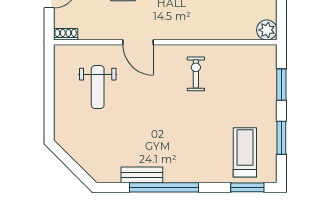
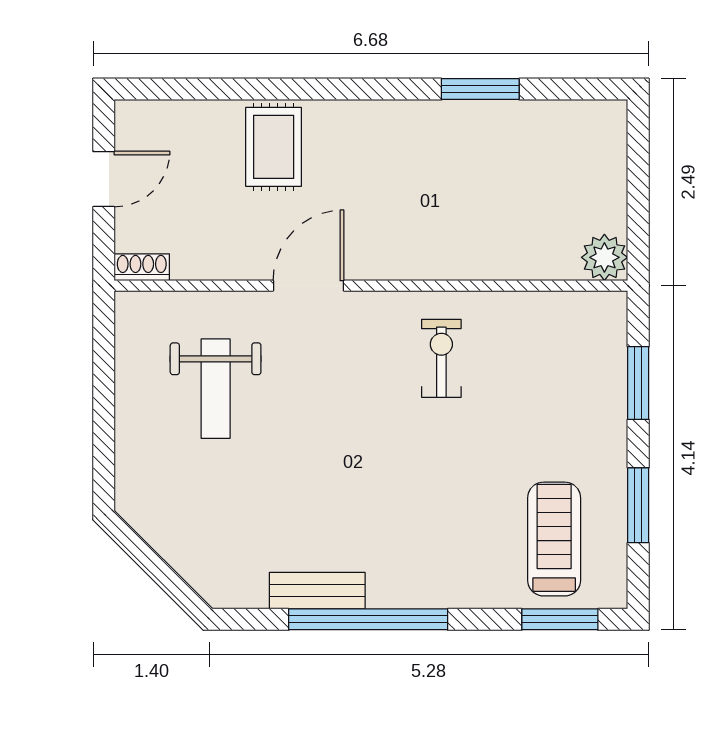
door: (138, 42) -> (308, 286), swing flipped

